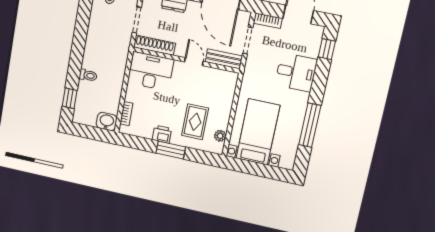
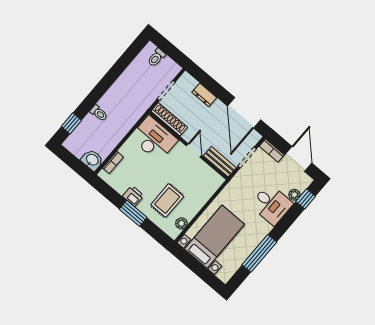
plant: (313, 51) -> (294, 195), added

